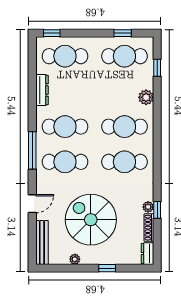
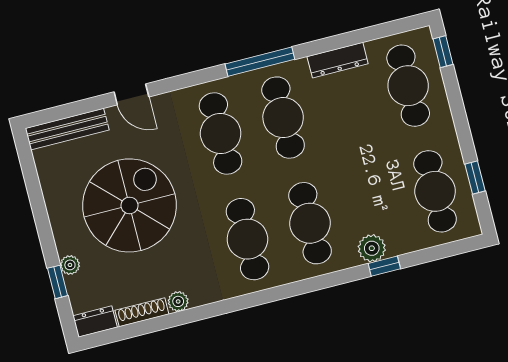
window: (157, 68) -> (384, 266), moved
window: (32, 150) -> (260, 62), moved
window: (157, 210) -> (177, 319), removed
plant: (75, 259) -> (70, 265), moved
window: (107, 268) -> (58, 282), moved

